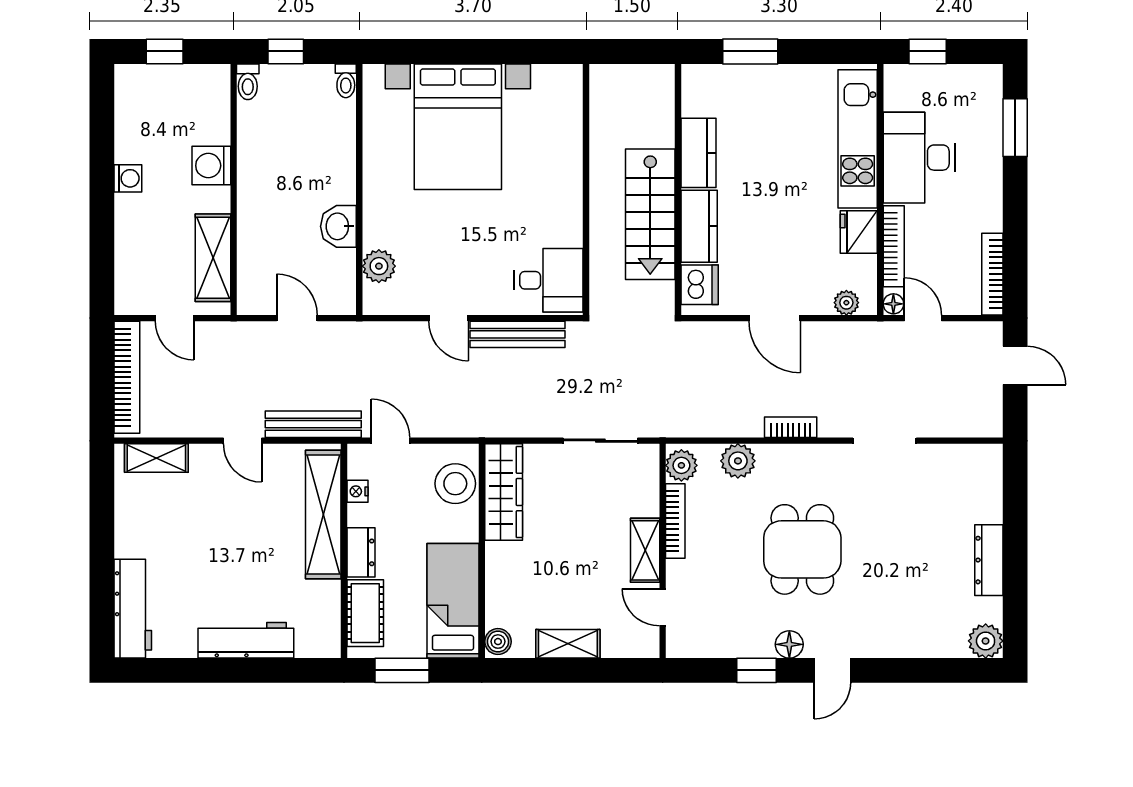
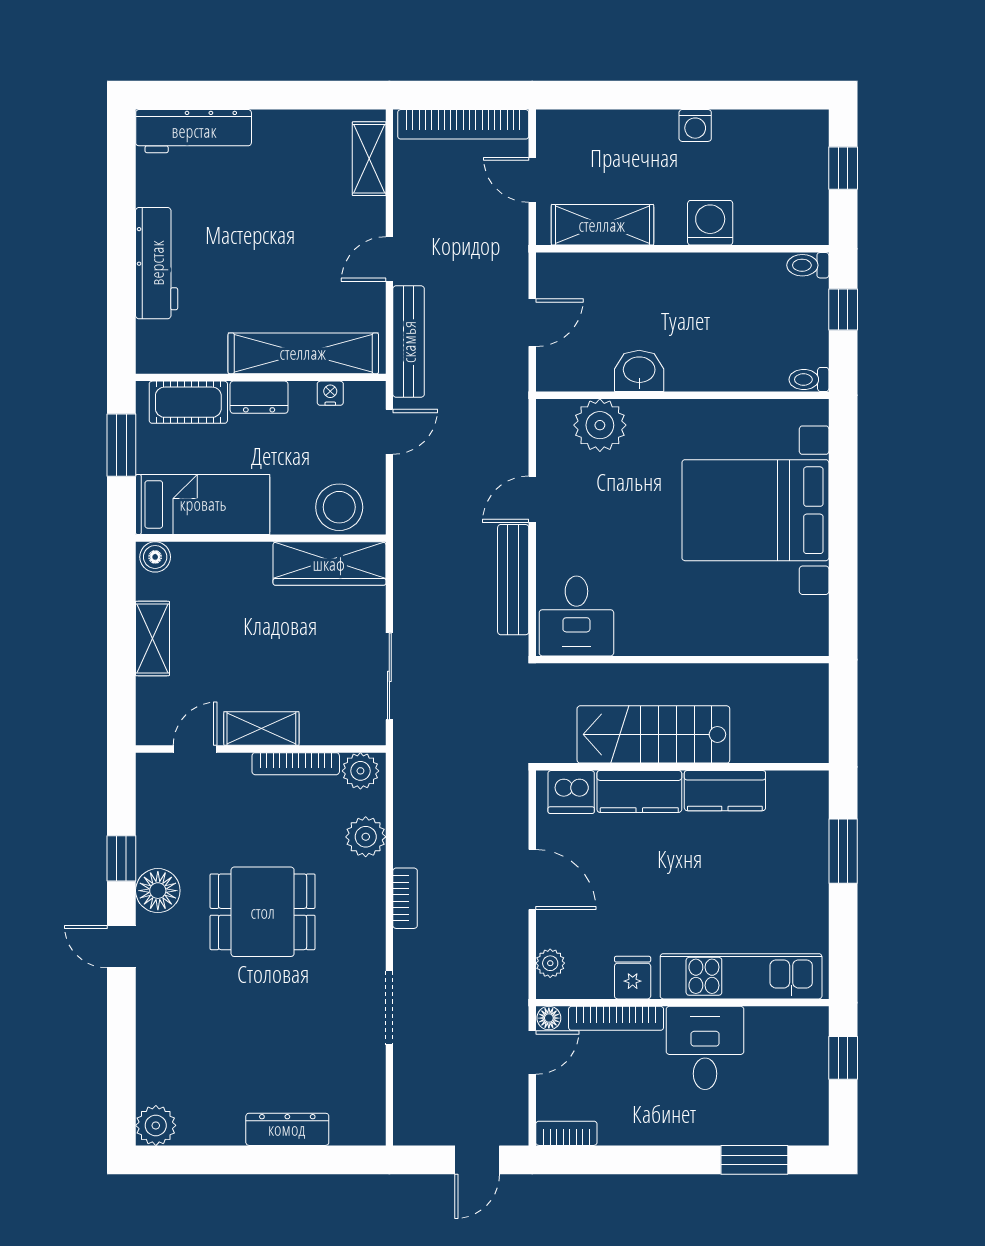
desk: (919, 158) -> (705, 1048), width x0.73
fridge: (859, 232) -> (633, 978), width x0.72
plant: (379, 266) -> (600, 425), width x1.36, depth x1.36
bookcase: (992, 274) -> (566, 1133), width x0.64
door: (175, 318) -> (532, 180), hinge flipped
door: (775, 318) -> (532, 880), swing flipped
dresser: (989, 560) -> (287, 1129), moved
floor lamp: (789, 644) -> (158, 891), width x1.38, depth x1.38

